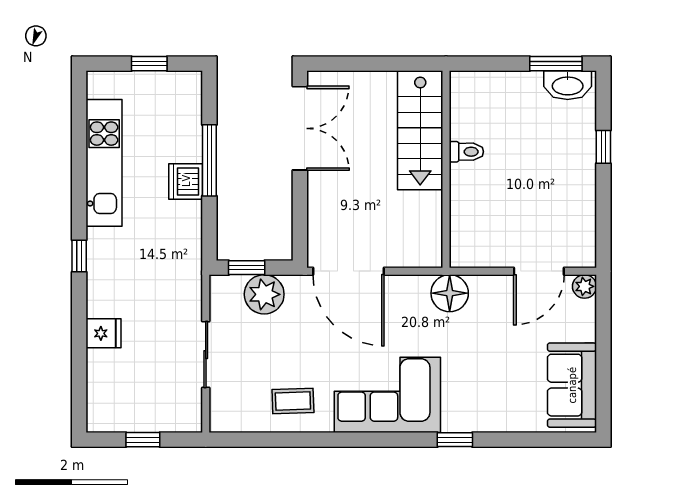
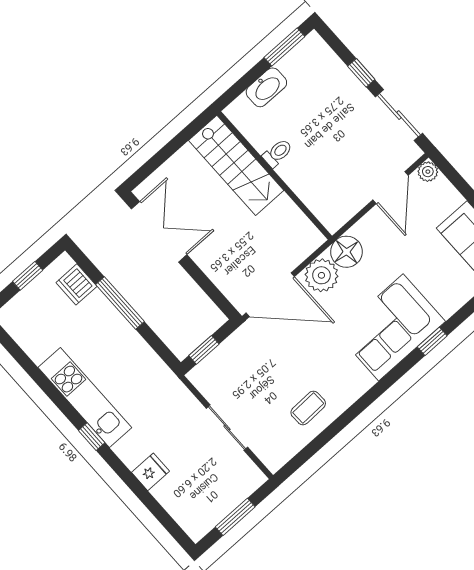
washbasin: (568, 85) -> (266, 87), moved
kitchen unit: (104, 163) -> (85, 397), moved
dishwasher: (186, 181) -> (76, 284), moved
sliding door: (603, 214) -> (399, 115), added
plant: (264, 294) -> (321, 275), moved
corner sofa: (387, 395) -> (391, 327), moved
window: (143, 440) -> (235, 517), width x1.50

